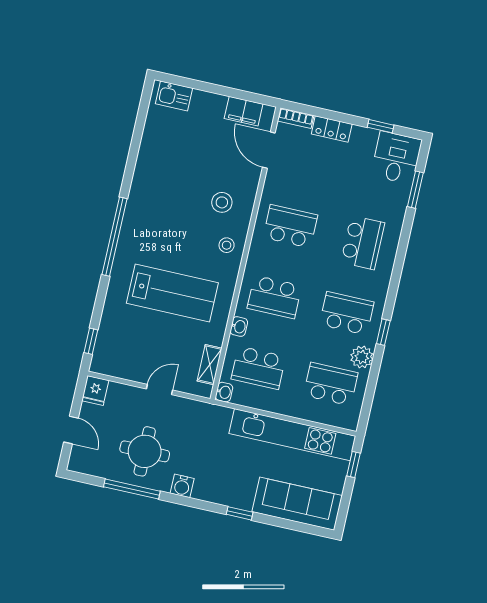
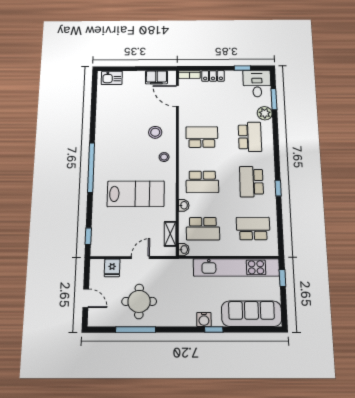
school desk: (347, 313) -> (251, 182), turned -90
plant: (362, 357) -> (265, 113), moved
fridge: (95, 390) -> (112, 268), moved
water cooler: (182, 486) -> (204, 319), moved

